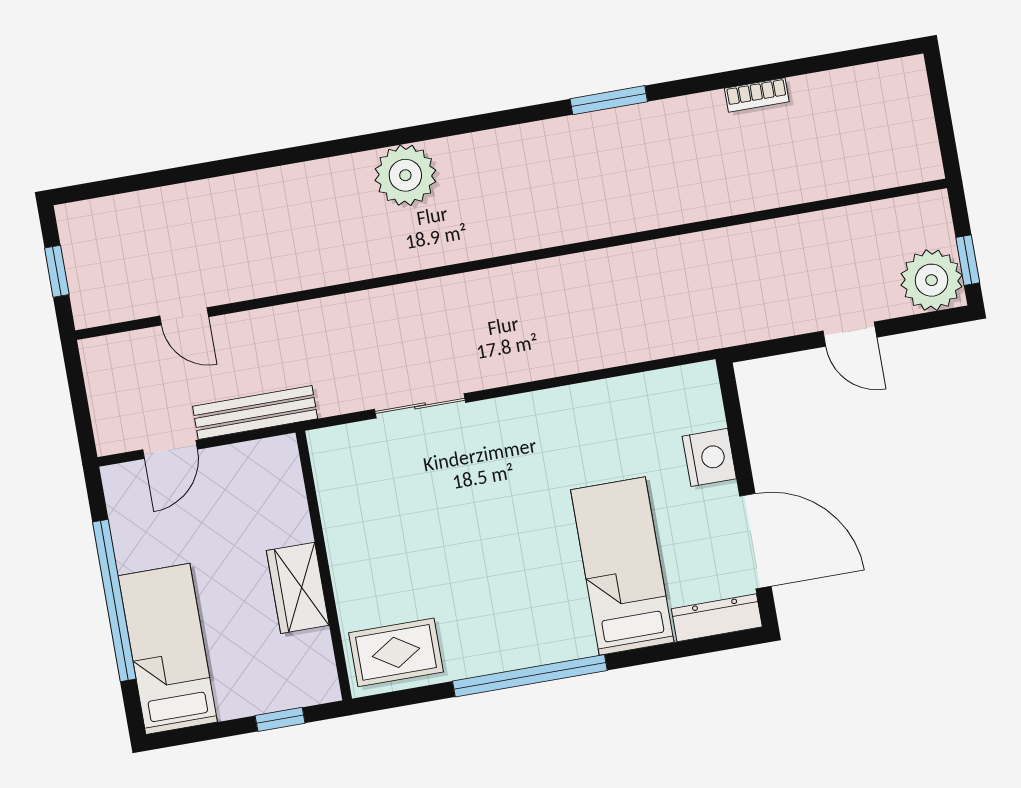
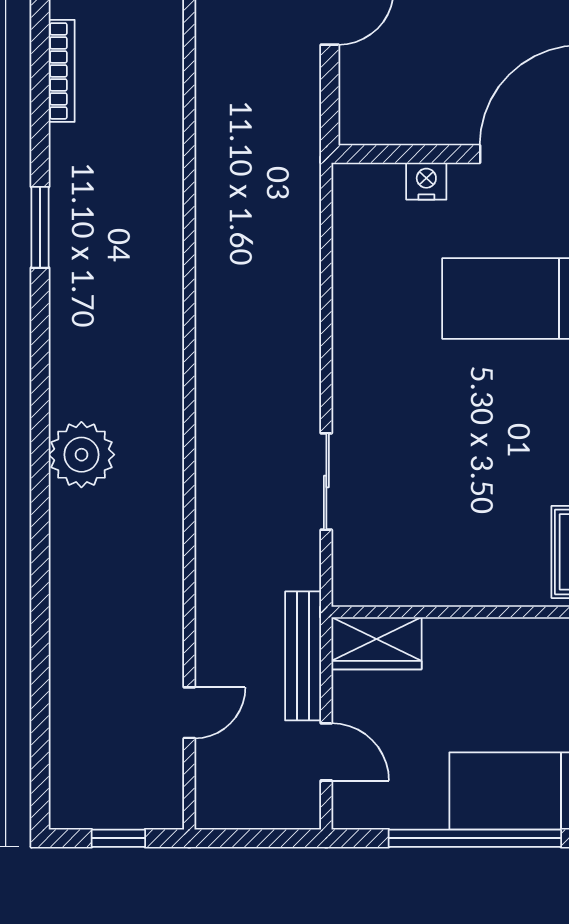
bookcase: (757, 95) -> (62, 71), width x1.56
nightstand: (709, 457) -> (426, 181), width x0.74, depth x0.75
wardrobe: (298, 588) -> (377, 643), moved

